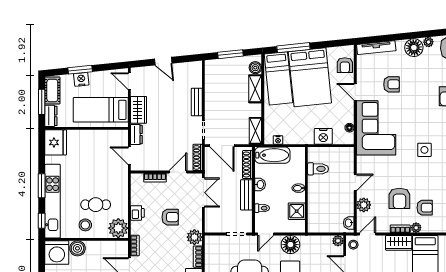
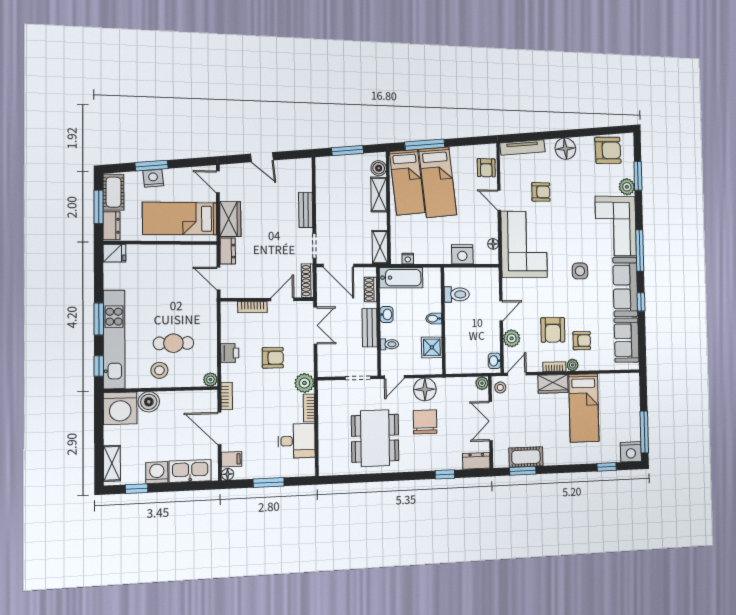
plant: (428, 42) -> (582, 142), removed
bed: (310, 77) -> (438, 182), width x0.67
fridge: (56, 142) -> (114, 253), width x0.53, depth x0.75
shoe rack: (247, 165) -> (370, 289), width x0.70
plant: (118, 228) -> (210, 380), width x0.53, depth x0.53

